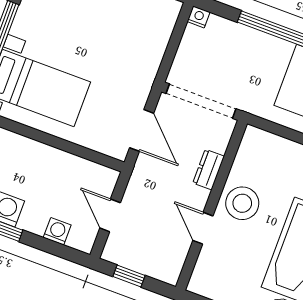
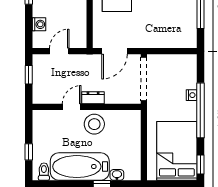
nightstand: (199, 17) -> (192, 95), moved
dresser: (209, 170) -> (93, 98), moved

